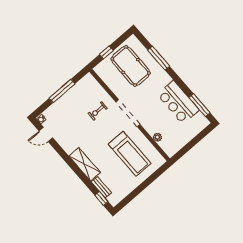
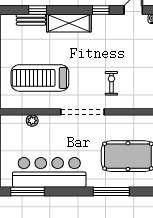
bar counter: (178, 102) -> (49, 172), width x1.36
window: (62, 153) -> (101, 10), added
window: (101, 198) -> (38, 10), moved

